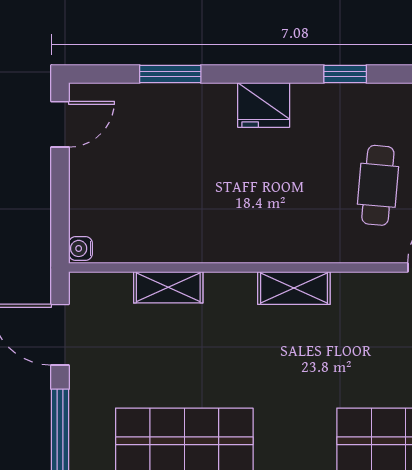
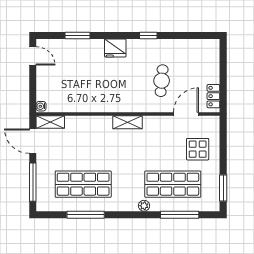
door: (60, 124) -> (33, 56), hinge flipped
shelving: (168, 287) -> (50, 122), moved

